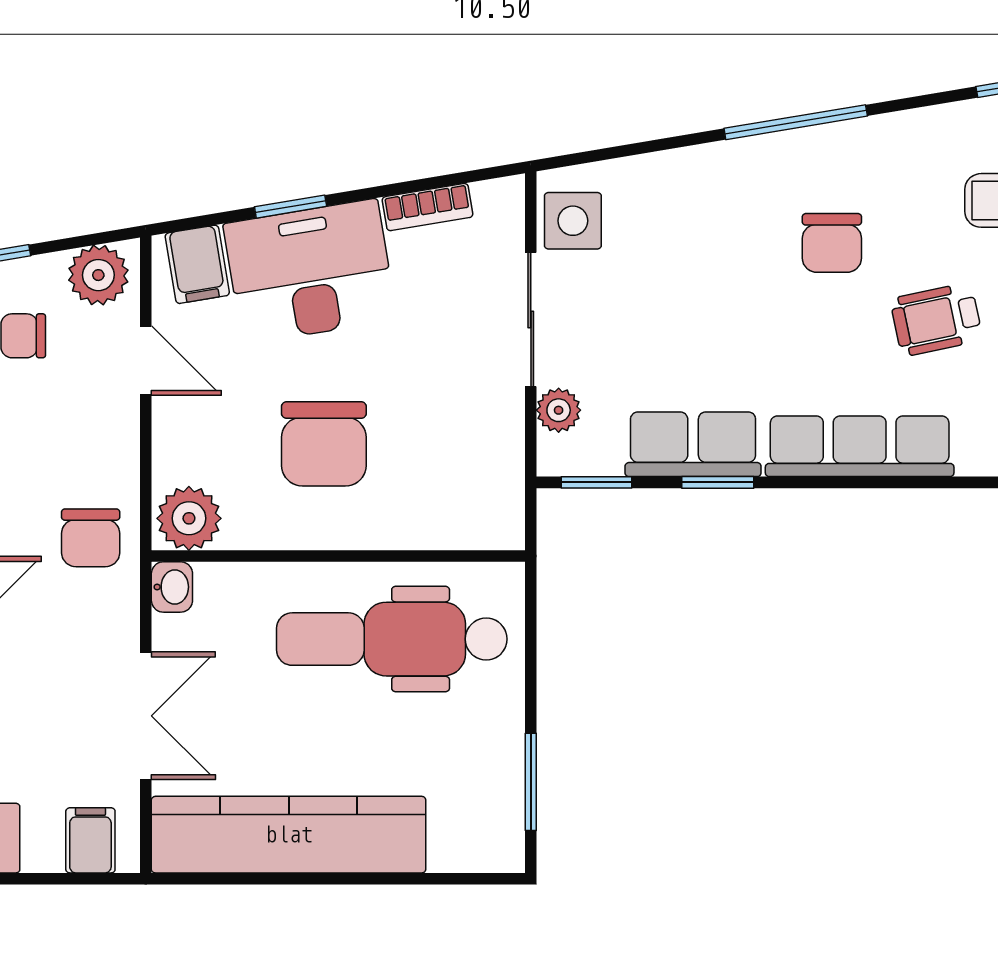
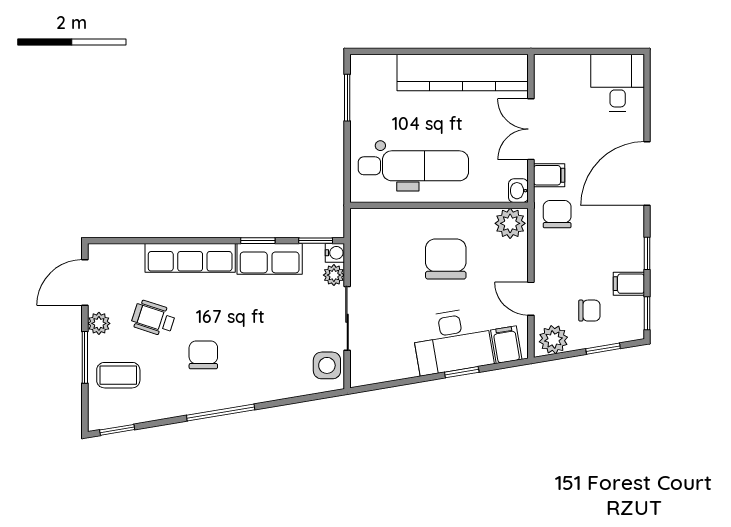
bookcase: (427, 207) -> (396, 372), removed
wheelchair: (936, 319) -> (153, 318), turned -150
water cooler: (556, 457) -> (335, 253), added
filing cabinet: (90, 840) -> (549, 175), moved, turned -90

